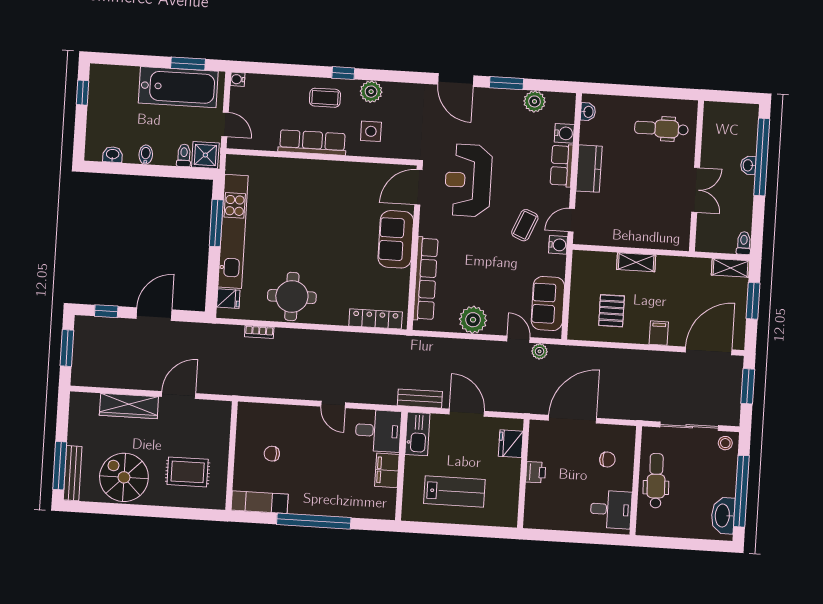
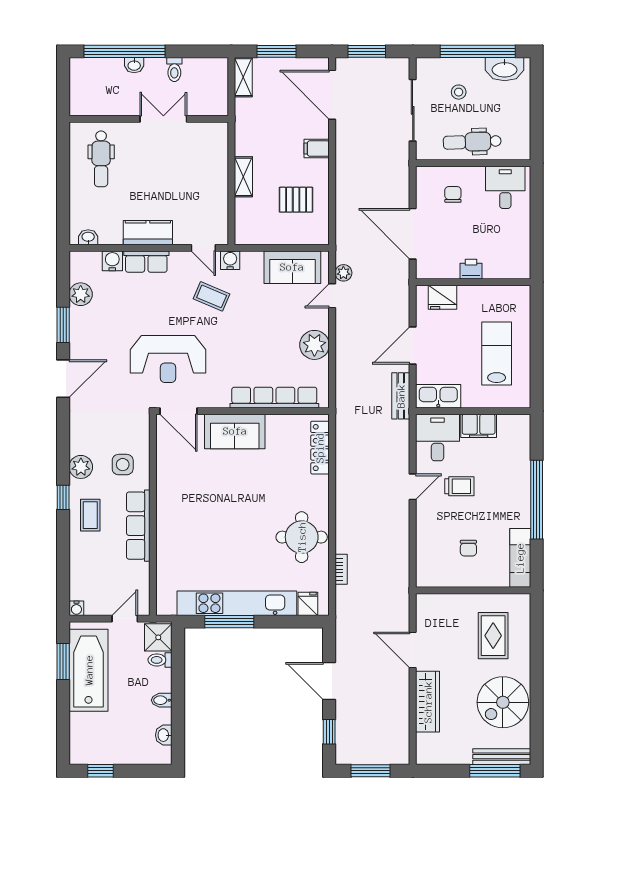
toilet: (744, 243) -> (174, 69), moved, turned -90
stool: (725, 443) -> (459, 92), moved
trolley: (331, 449) -> (459, 486), added

